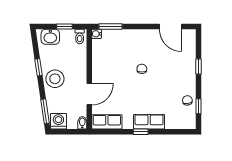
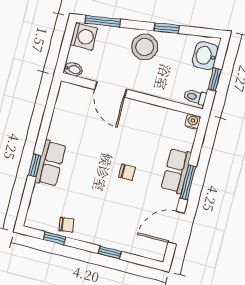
window: (110, 26) -> (188, 182), moved
row of seats: (107, 122) -> (176, 171), moved, turned 180
window: (141, 132) -> (35, 165), moved

